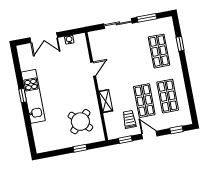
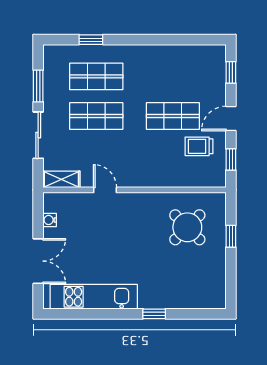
window: (23, 96) -> (154, 314), moved
kitchen unit: (33, 96) -> (94, 297), moved
shop shelf: (168, 96) -> (96, 116), moved
shelving: (106, 101) -> (61, 179), moved

